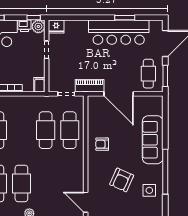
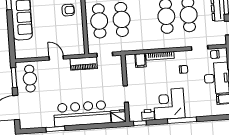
plant: (38, 26) -> (135, 115), removed
bar counter: (119, 32) -> (82, 114), moved
filing cabinet: (39, 85) -> (140, 60), moved
door: (119, 94) -> (56, 58), width x0.53

